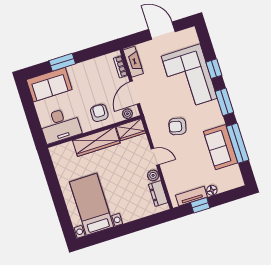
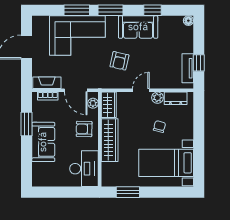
window: (62, 62) -> (26, 124), moved
window: (214, 69) -> (77, 10), width x1.50
sofa: (49, 85) -> (43, 142), moved
window: (238, 143) -> (152, 10), width x0.46
sofa: (221, 147) -> (138, 27), moved
window: (51, 176) -> (128, 192), added
chair: (125, 186) -> (159, 127), added
floor lamp: (212, 190) -> (188, 21), moved

